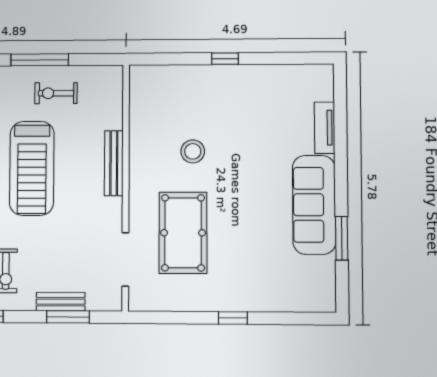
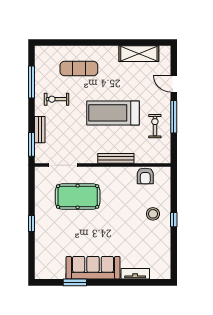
armchair: (146, 110) -> (145, 176), added
stool: (193, 151) -> (153, 214), moved
window: (68, 317) -> (32, 144), moved

